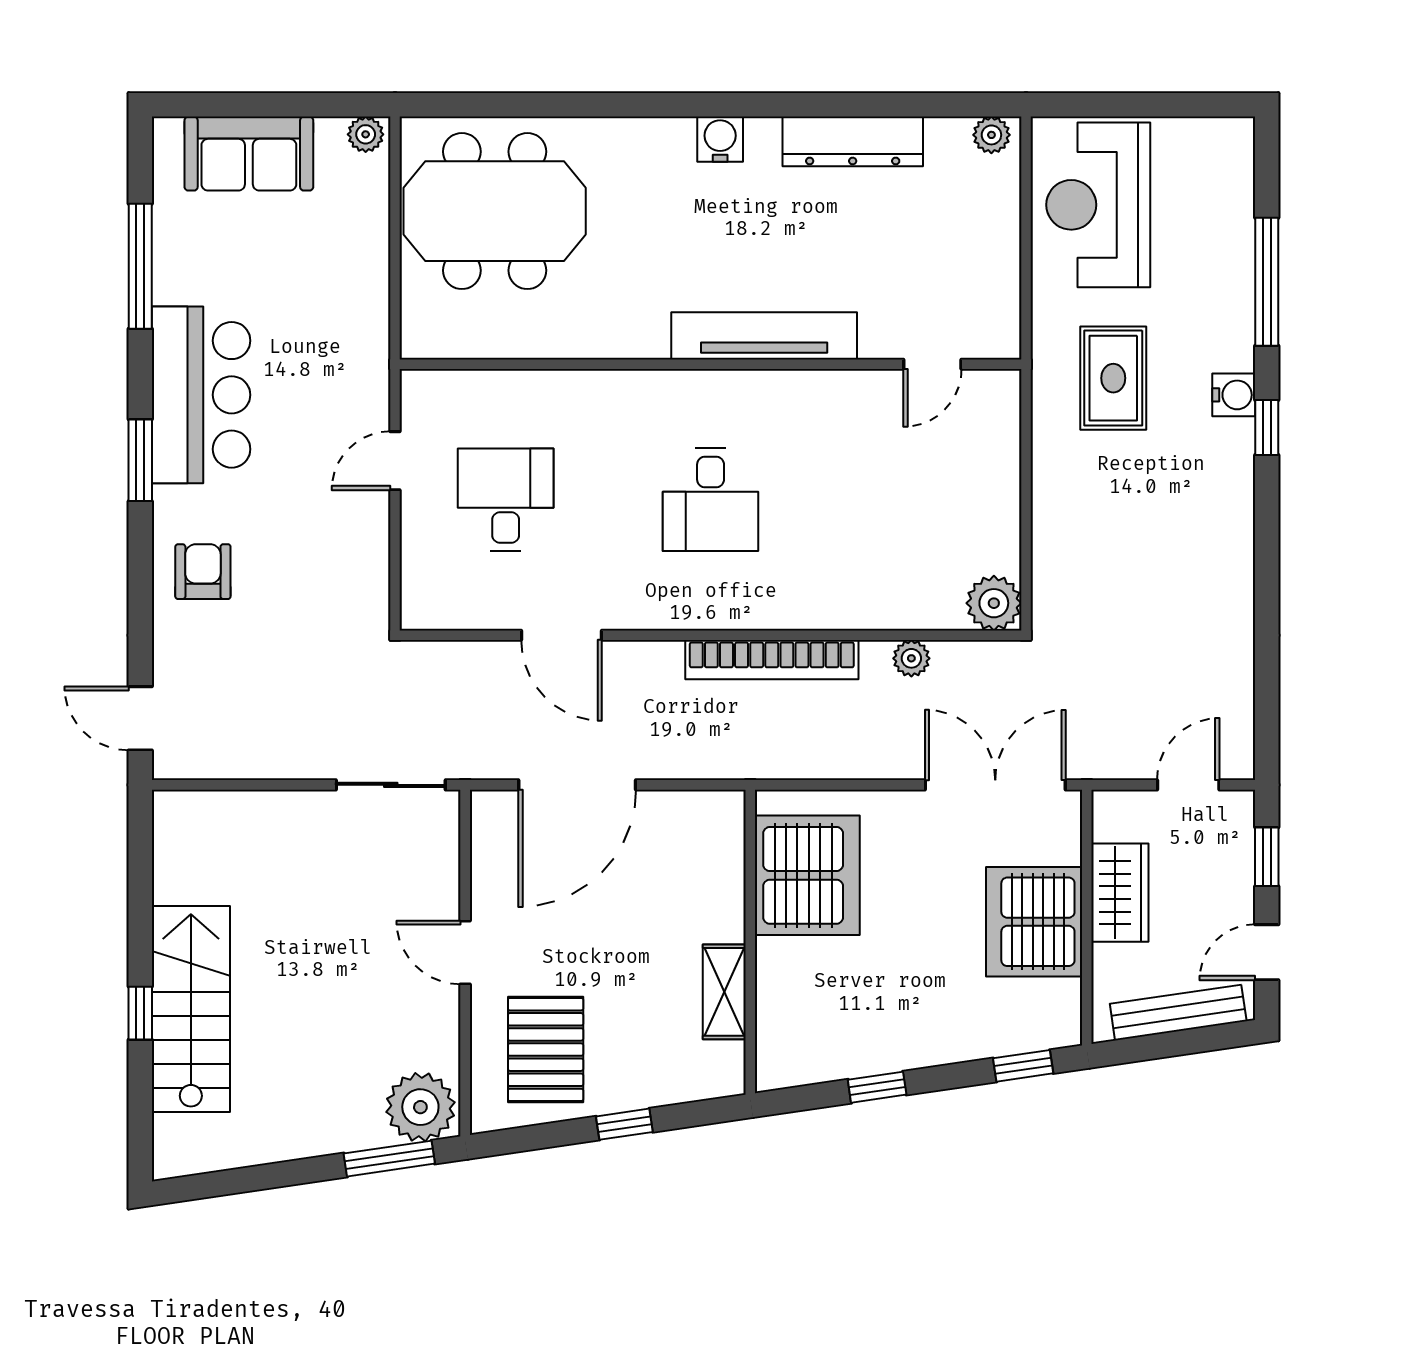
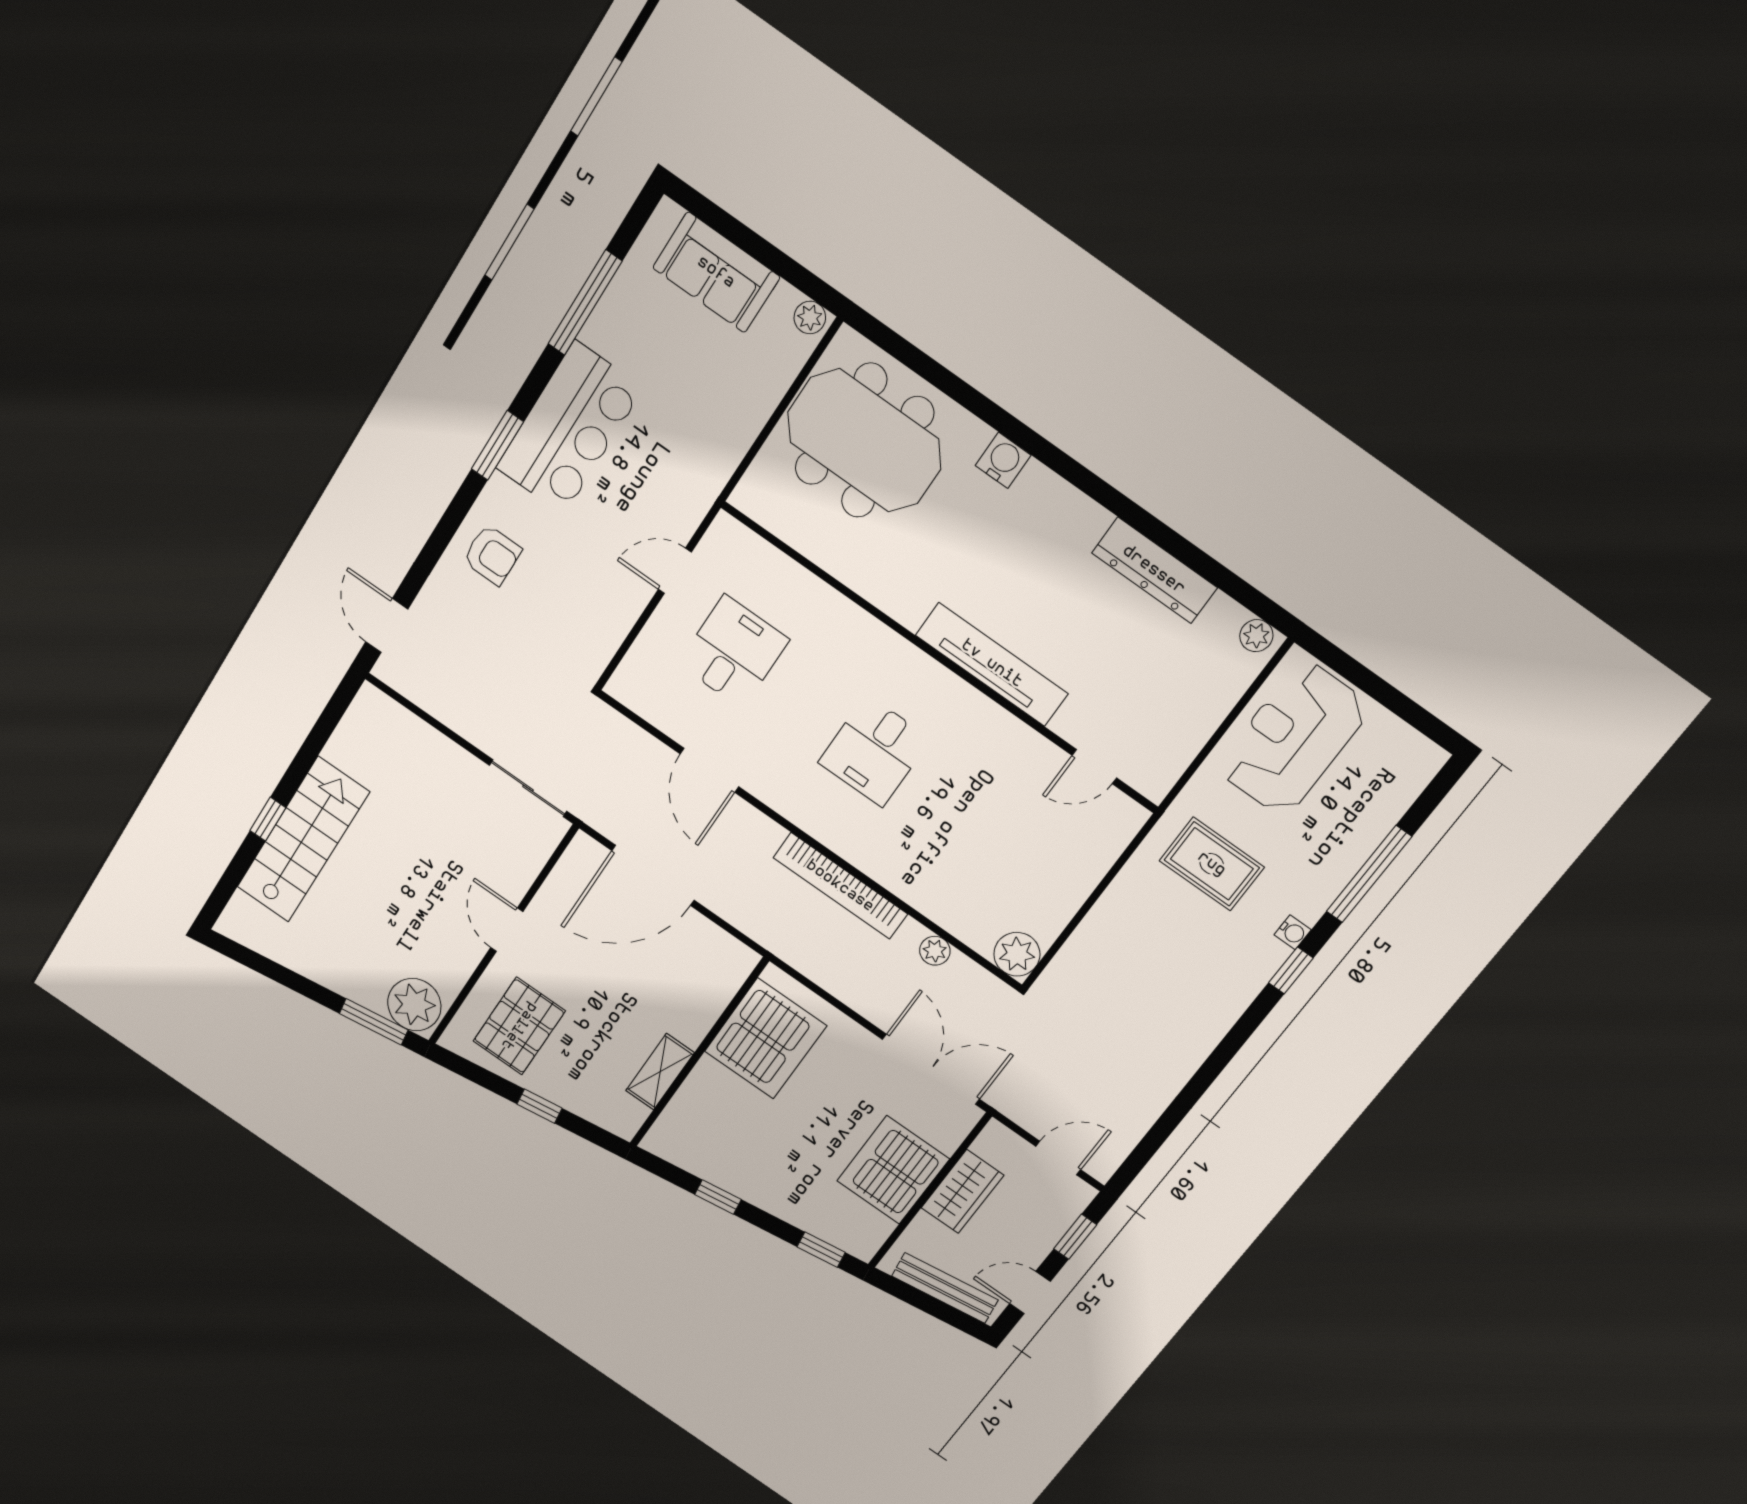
water cooler: (720, 139) -> (1003, 460), moved
rug: (1113, 378) -> (1212, 864), turned 90
water cooler: (1234, 395) -> (1293, 932), width x0.72, depth x0.72
armchair: (203, 572) -> (492, 555), turned 90

